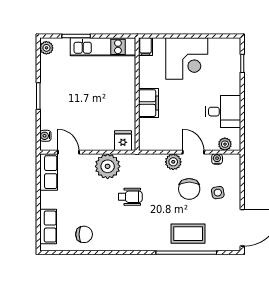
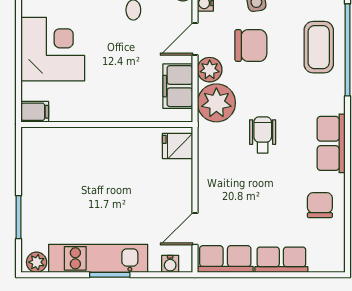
kitchen unit: (103, 47) -> (98, 258), moved, turned -90
filing cabinet: (148, 103) -> (178, 86), moved, turned -90
plant: (108, 166) -> (216, 103), moved
row of seats: (48, 227) -> (281, 260), moved
row of seats: (125, 242) -> (331, 143), added

